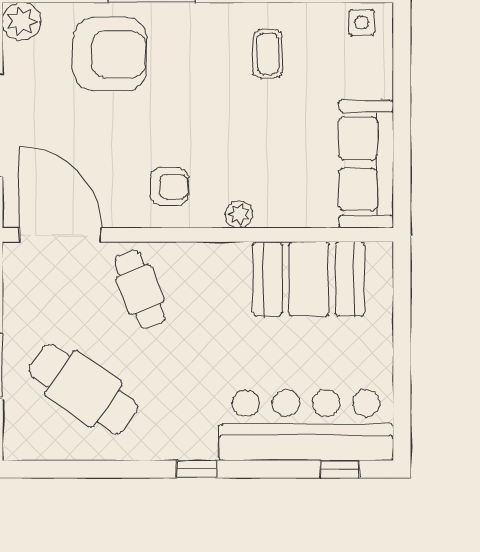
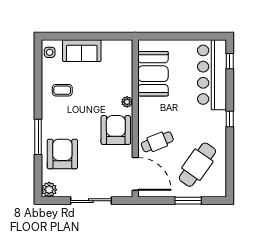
sofa: (366, 164) -> (82, 51), moved, width x0.73
armchair: (169, 187) -> (116, 130), width x1.88, depth x1.88
door: (60, 235) -> (135, 174), swing flipped

